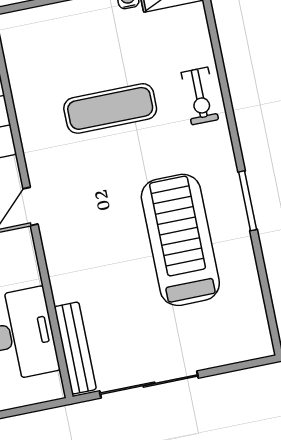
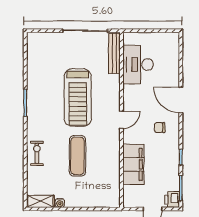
exercise mat: (110, 108) -> (78, 156), turned 90
treadmill: (180, 240) -> (78, 98), moved

